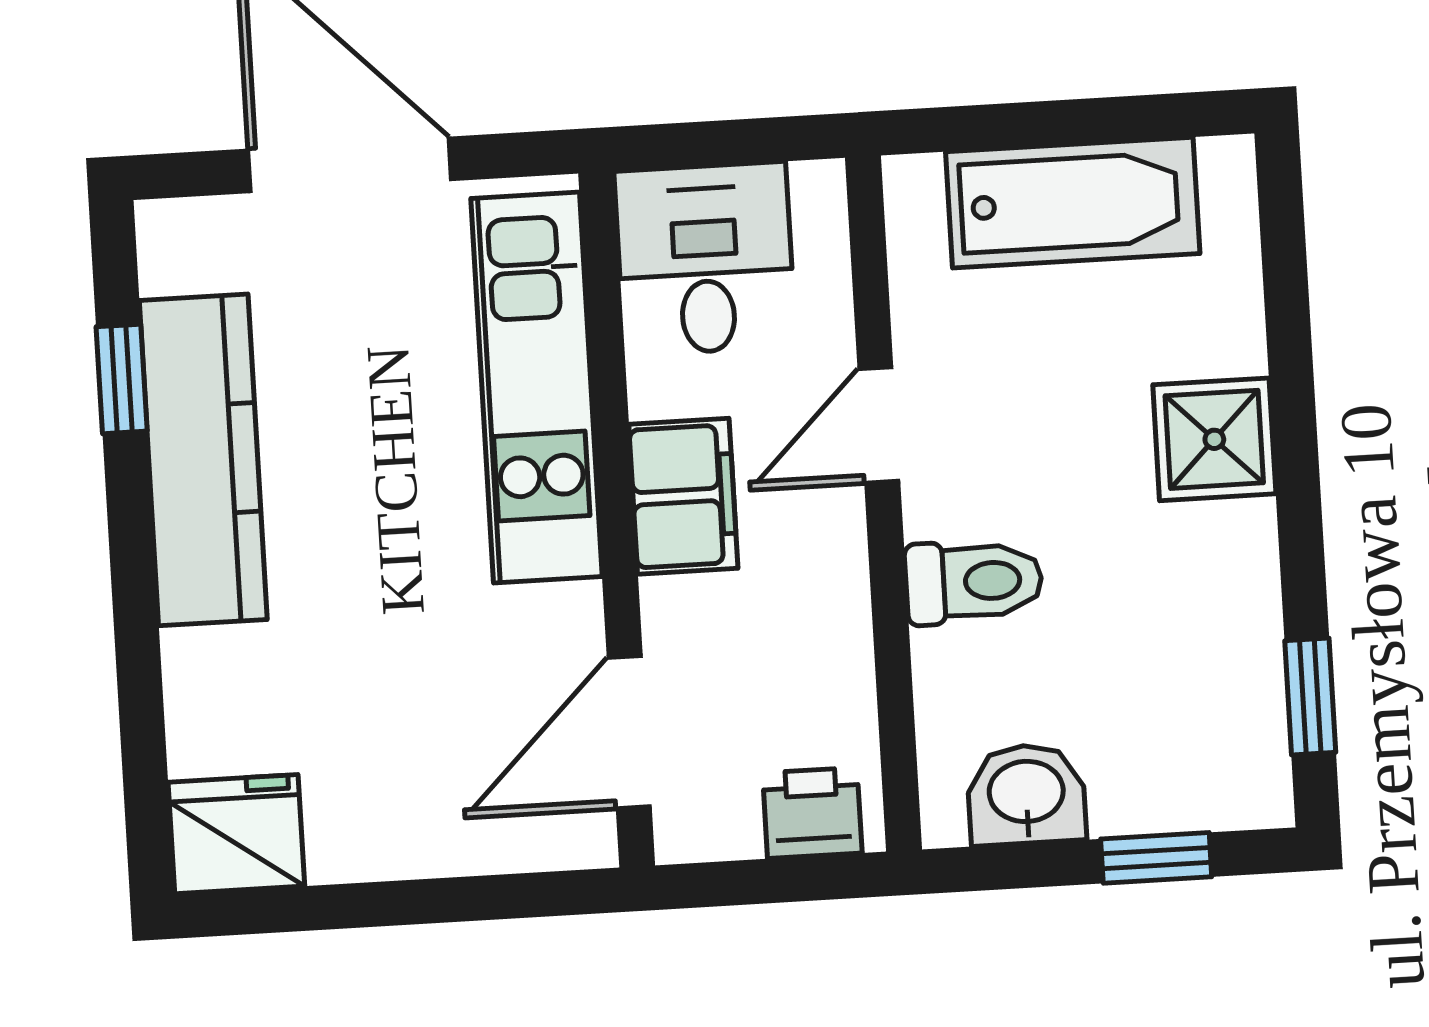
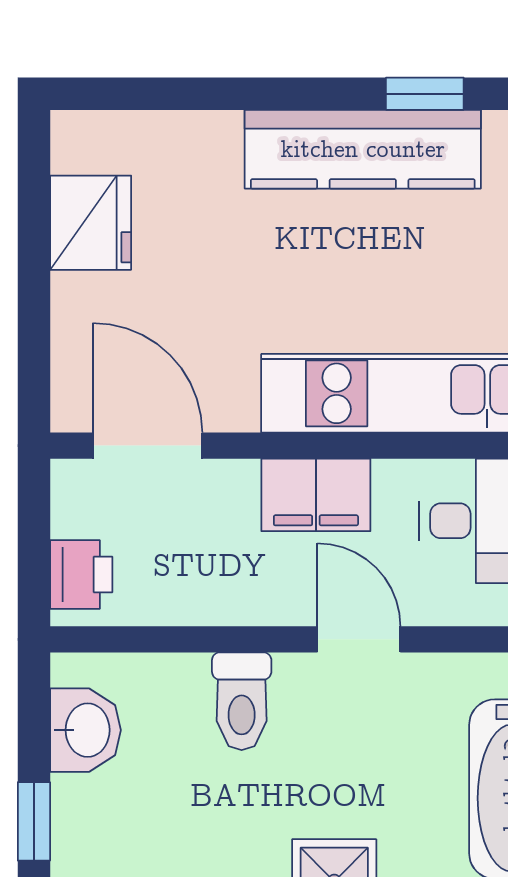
fridge: (236, 834) -> (91, 223), moved

